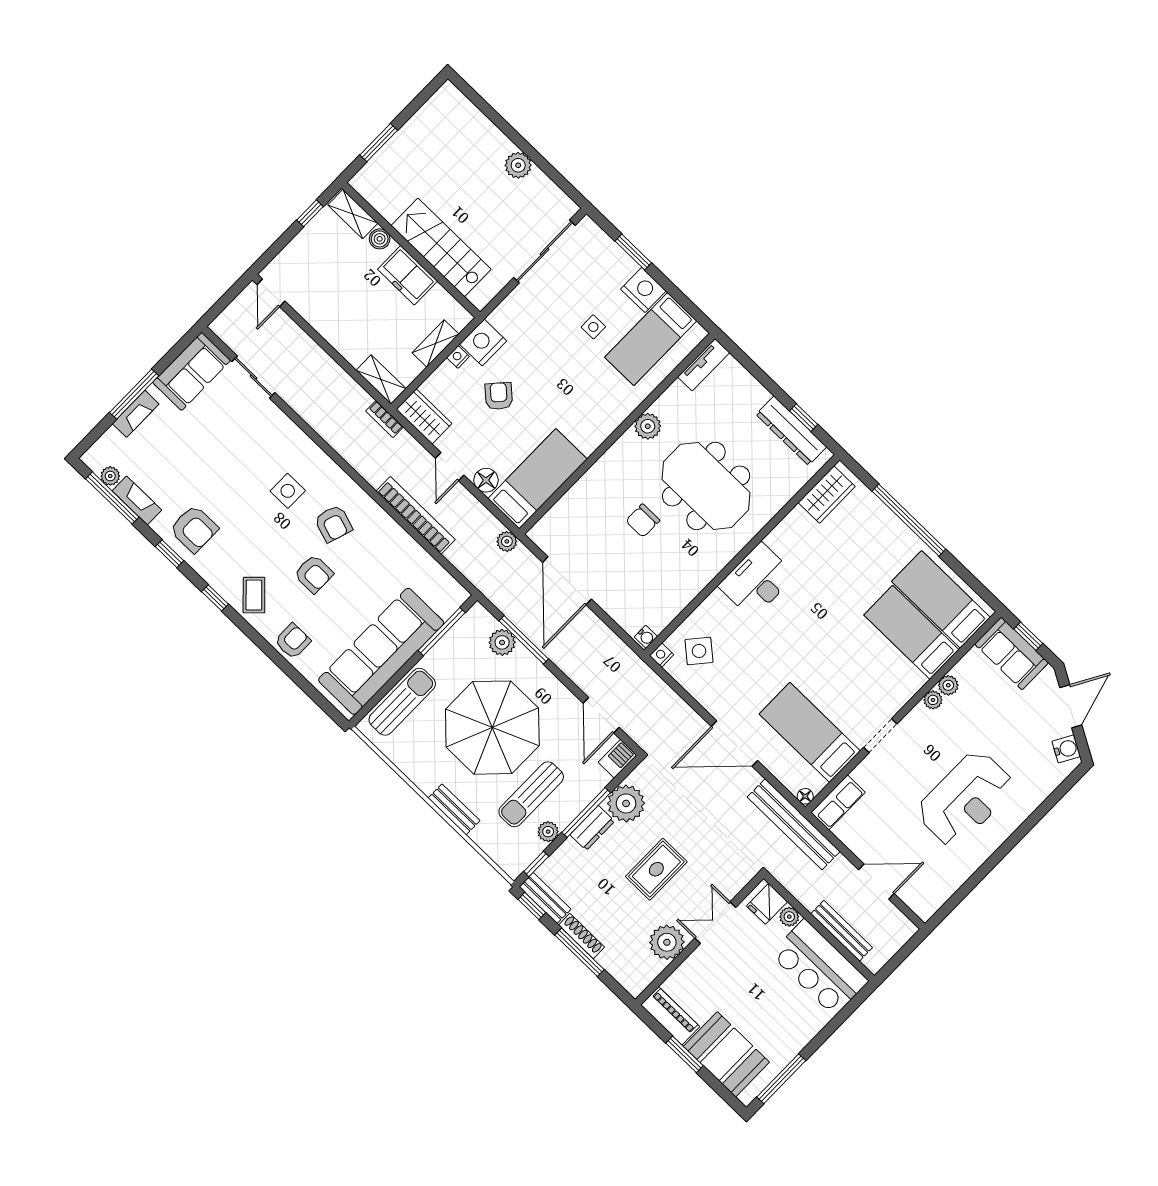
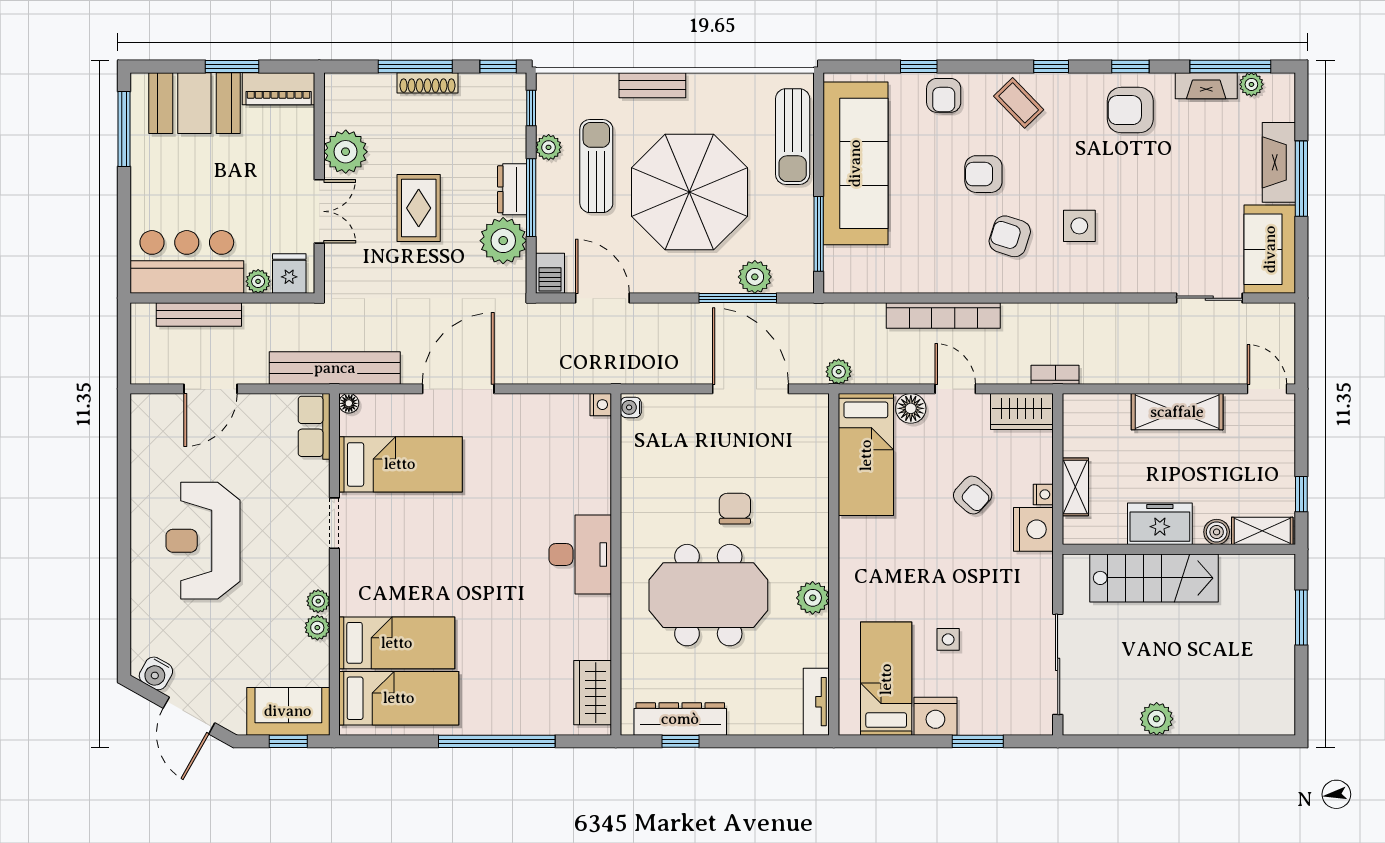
shelving: (381, 379) -> (1177, 412), moved, width x1.50, depth x1.33
fireplace: (136, 414) -> (1279, 162), width x1.37, depth x1.32
side table: (699, 651) -> (571, 441), removed
window: (291, 672) -> (919, 66), added
bench: (545, 898) -> (493, 85), removed

